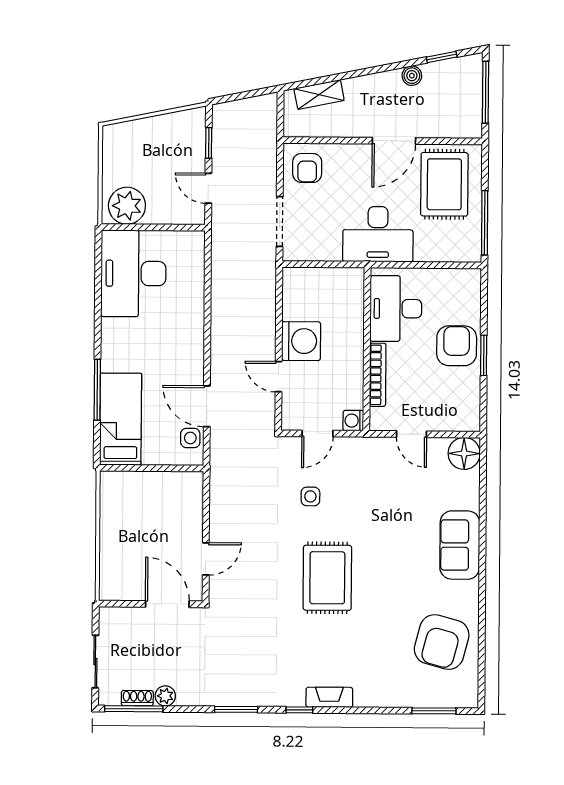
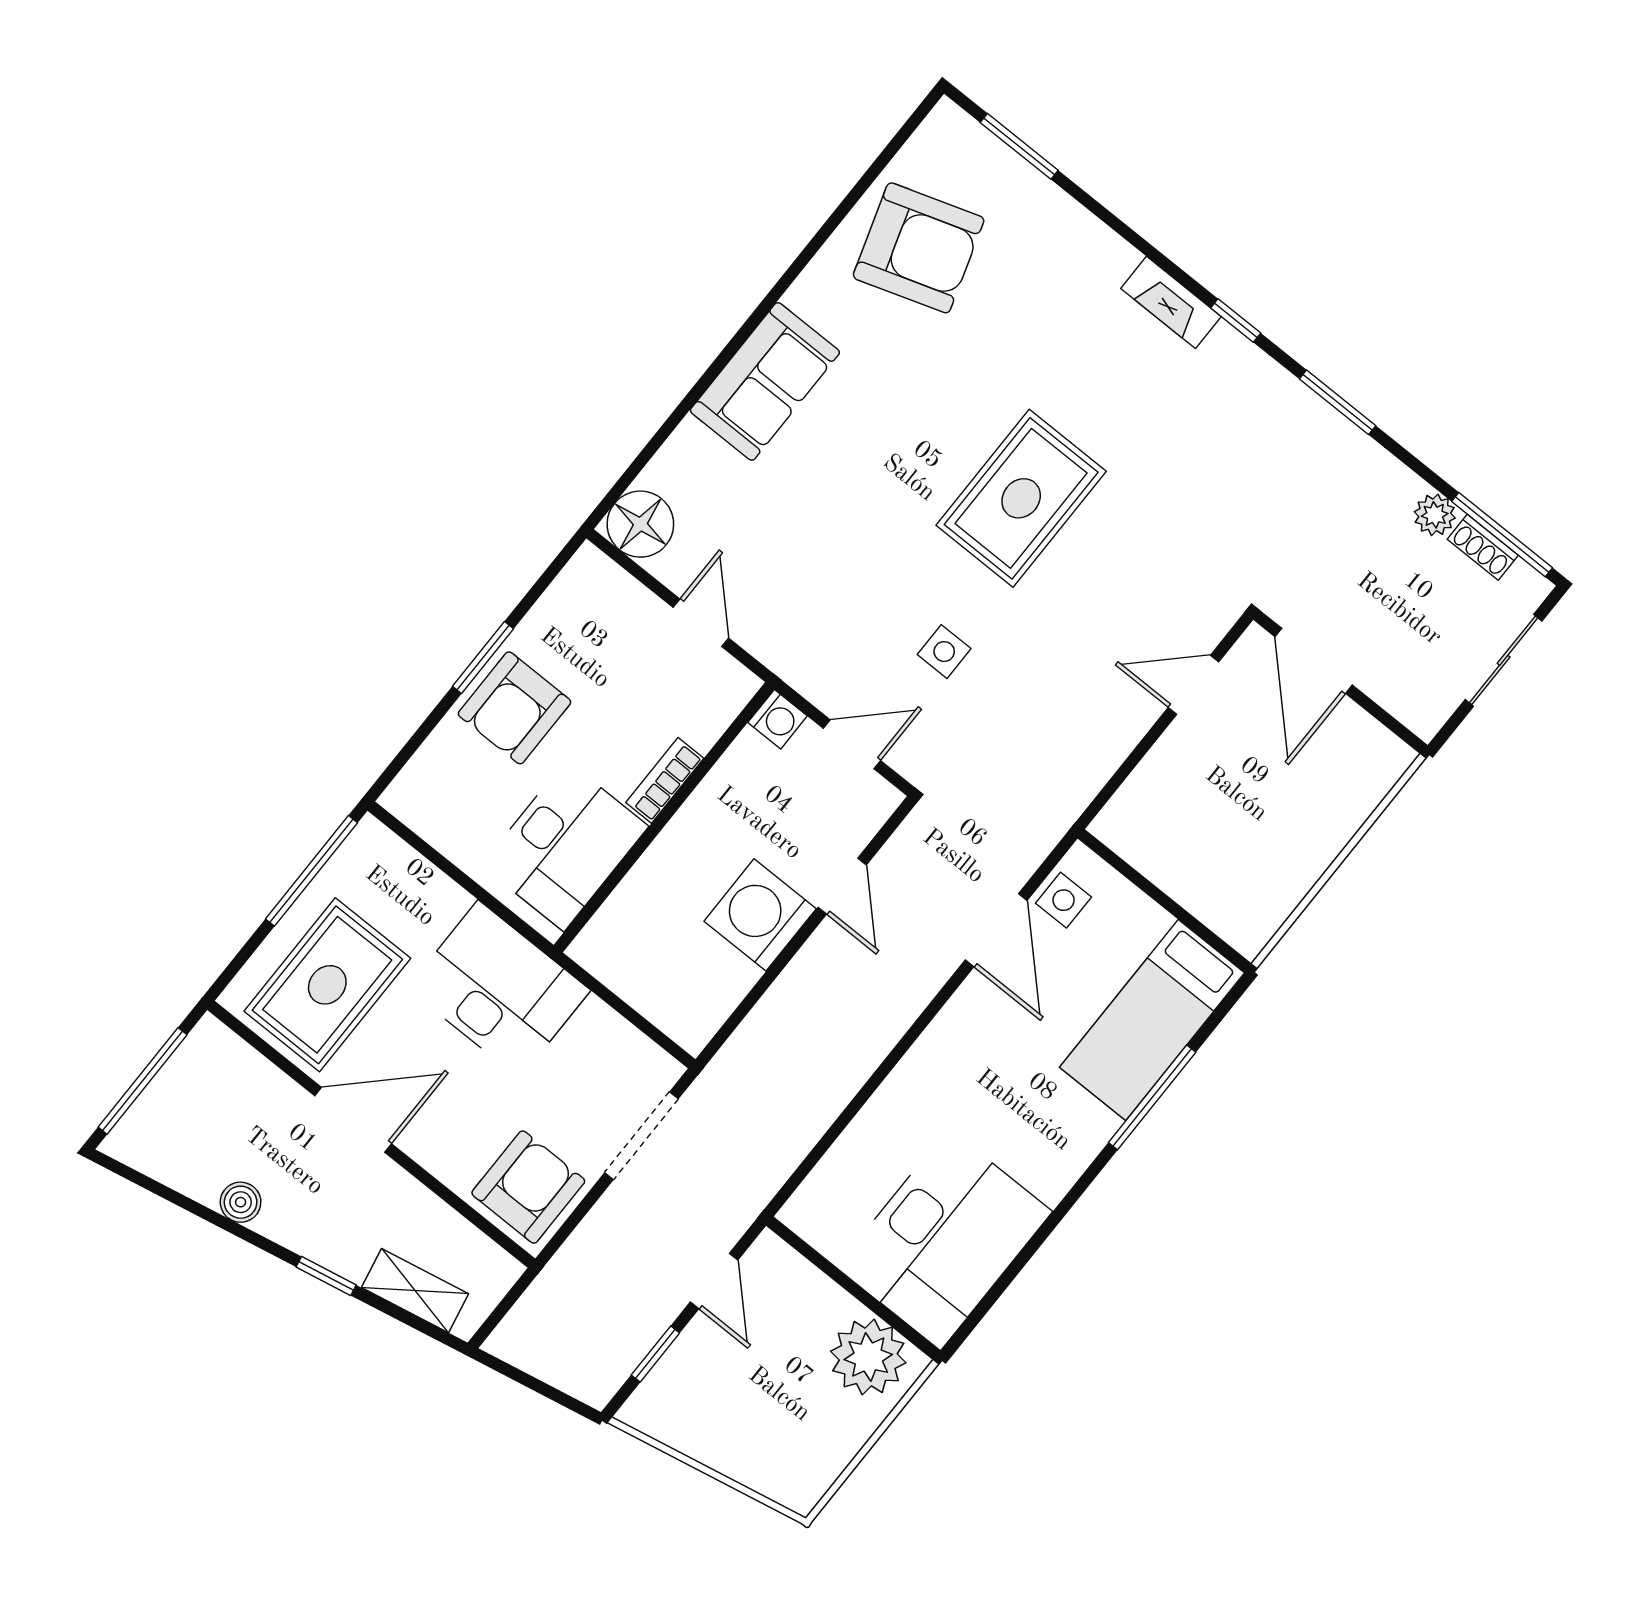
window: (442, 57) -> (326, 1276), moved
armchair: (307, 168) -> (528, 1187), width x1.38, depth x1.38
bookcase: (378, 375) -> (665, 780), width x0.64
armchair: (442, 642) -> (919, 248), turned 57

